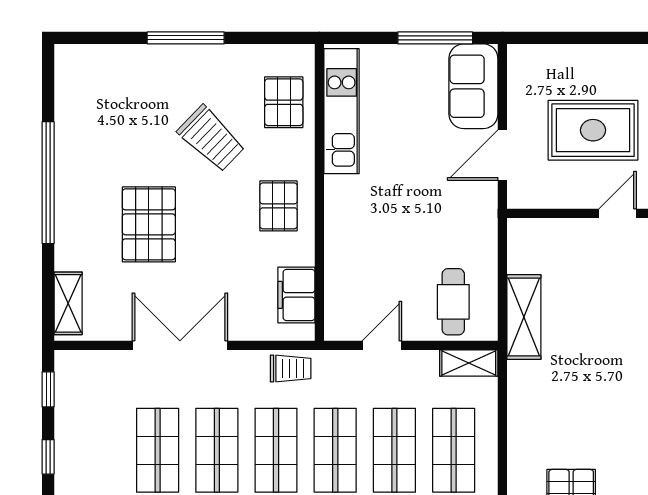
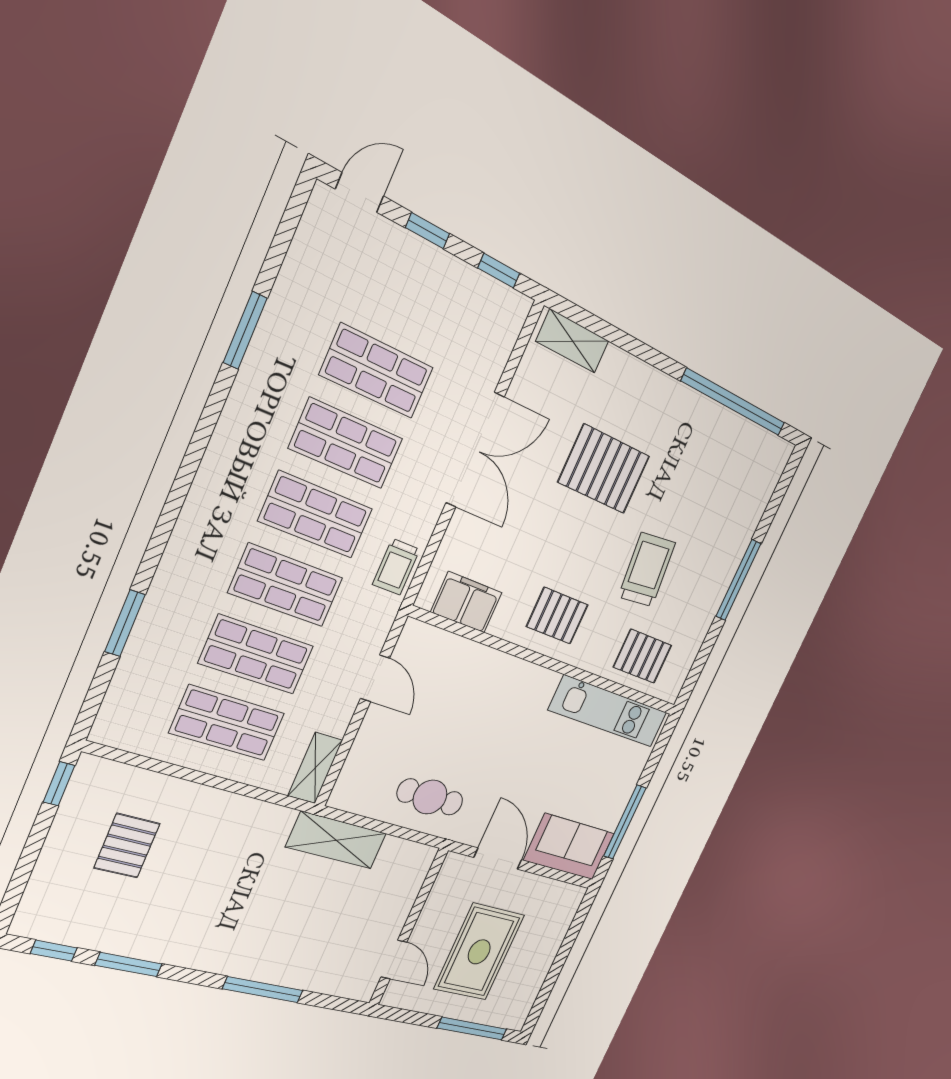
trolley: (211, 139) -> (647, 570), turned 130
window: (48, 183) -> (734, 402), moved
cafe table: (453, 302) -> (430, 797), moved

